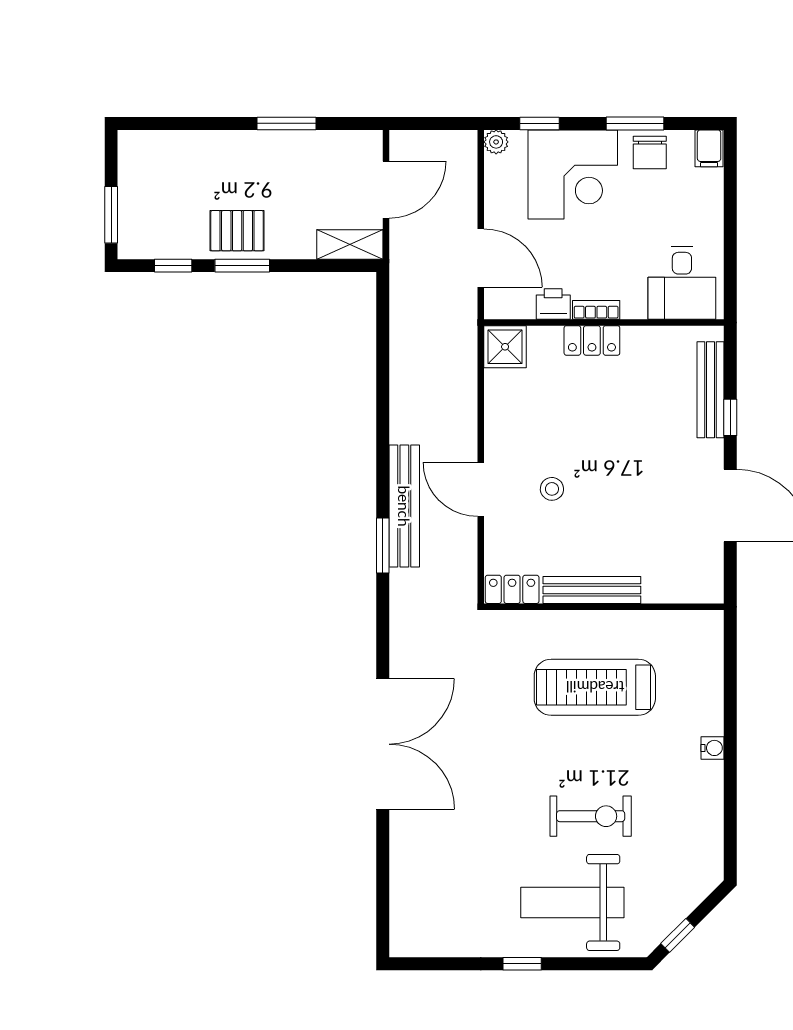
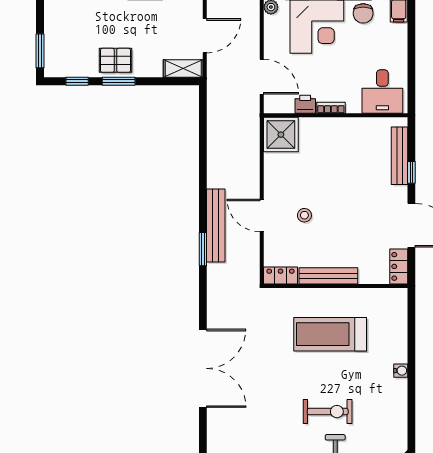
locker: (592, 340) -> (399, 266), moved, turned 90
shower: (505, 347) -> (281, 135), width x1.36, depth x1.36

